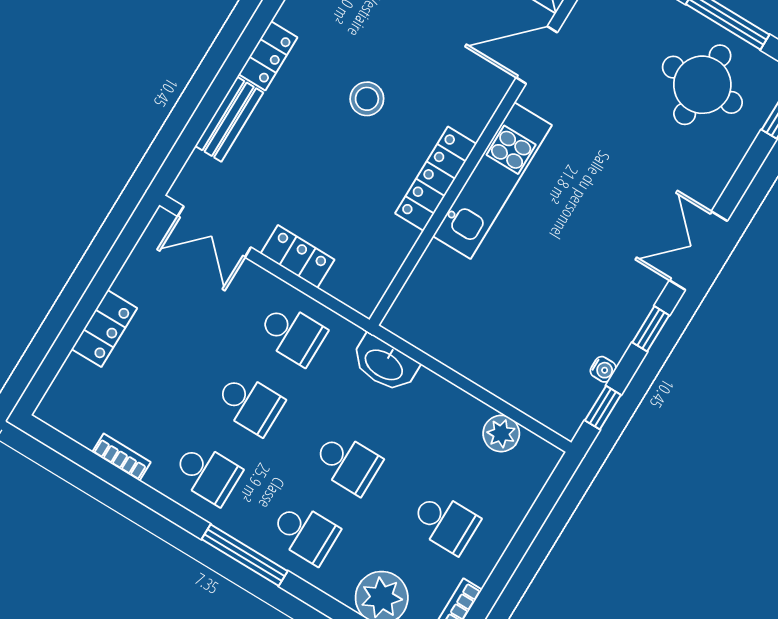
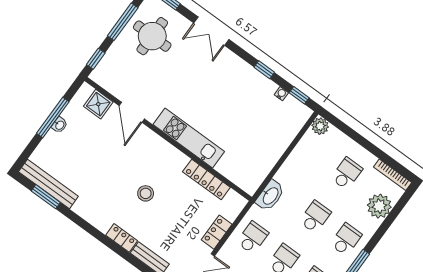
locker: (436, 179) -> (206, 180), moved
double door: (698, 251) -> (211, 31), moved
plant: (501, 434) -> (320, 126), moved

